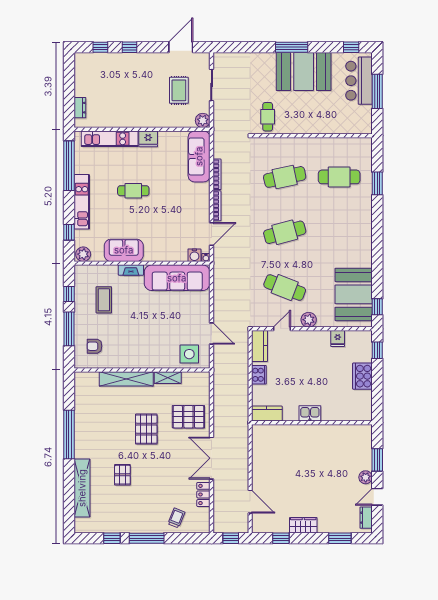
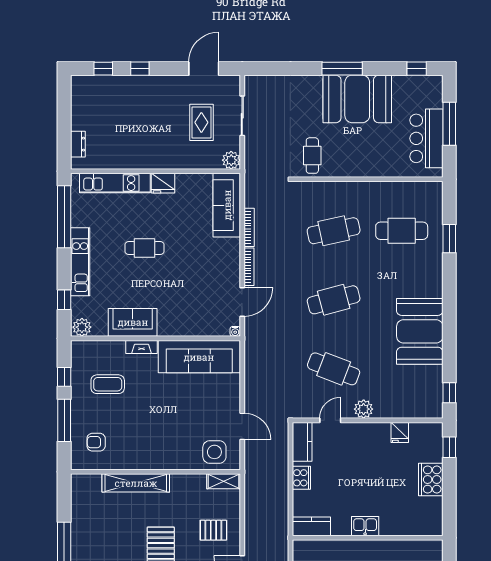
bar counter: (359, 81) -> (426, 138), moved
water cooler: (194, 255) -> (221, 328), removed
booth: (354, 294) -> (420, 331), moved
coffee table: (104, 300) -> (108, 384), turned 90
shelving: (168, 378) -> (224, 481), moved
pallet: (188, 417) -> (213, 530), width x0.67, depth x0.71

